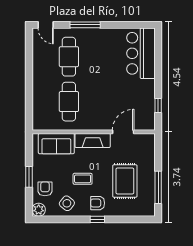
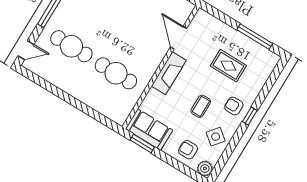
sofa: (56, 144) -> (149, 129), moved, turned -90
window: (29, 177) -> (142, 144), moved
rug: (125, 181) -> (228, 66), width x0.73, depth x0.70
armchair: (98, 203) -> (234, 106), turned 90

